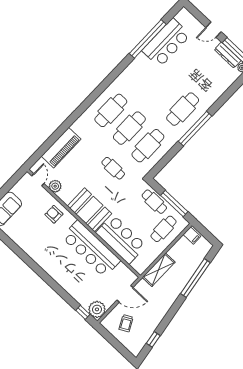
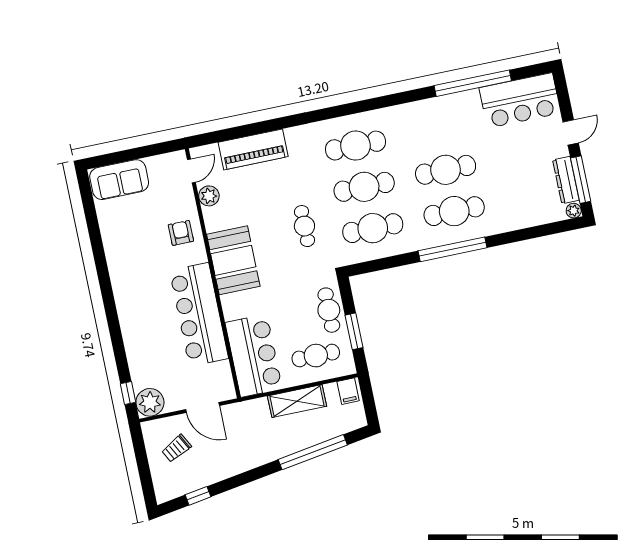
door: (214, 30) -> (571, 132), swing flipped
bar counter: (166, 43) -> (520, 100), moved
cafe table: (164, 91) -> (446, 170), added
window: (174, 204) -> (354, 331), width x0.69
bar counter: (121, 239) -> (254, 356), moved
shelving: (159, 270) -> (297, 401), moved

